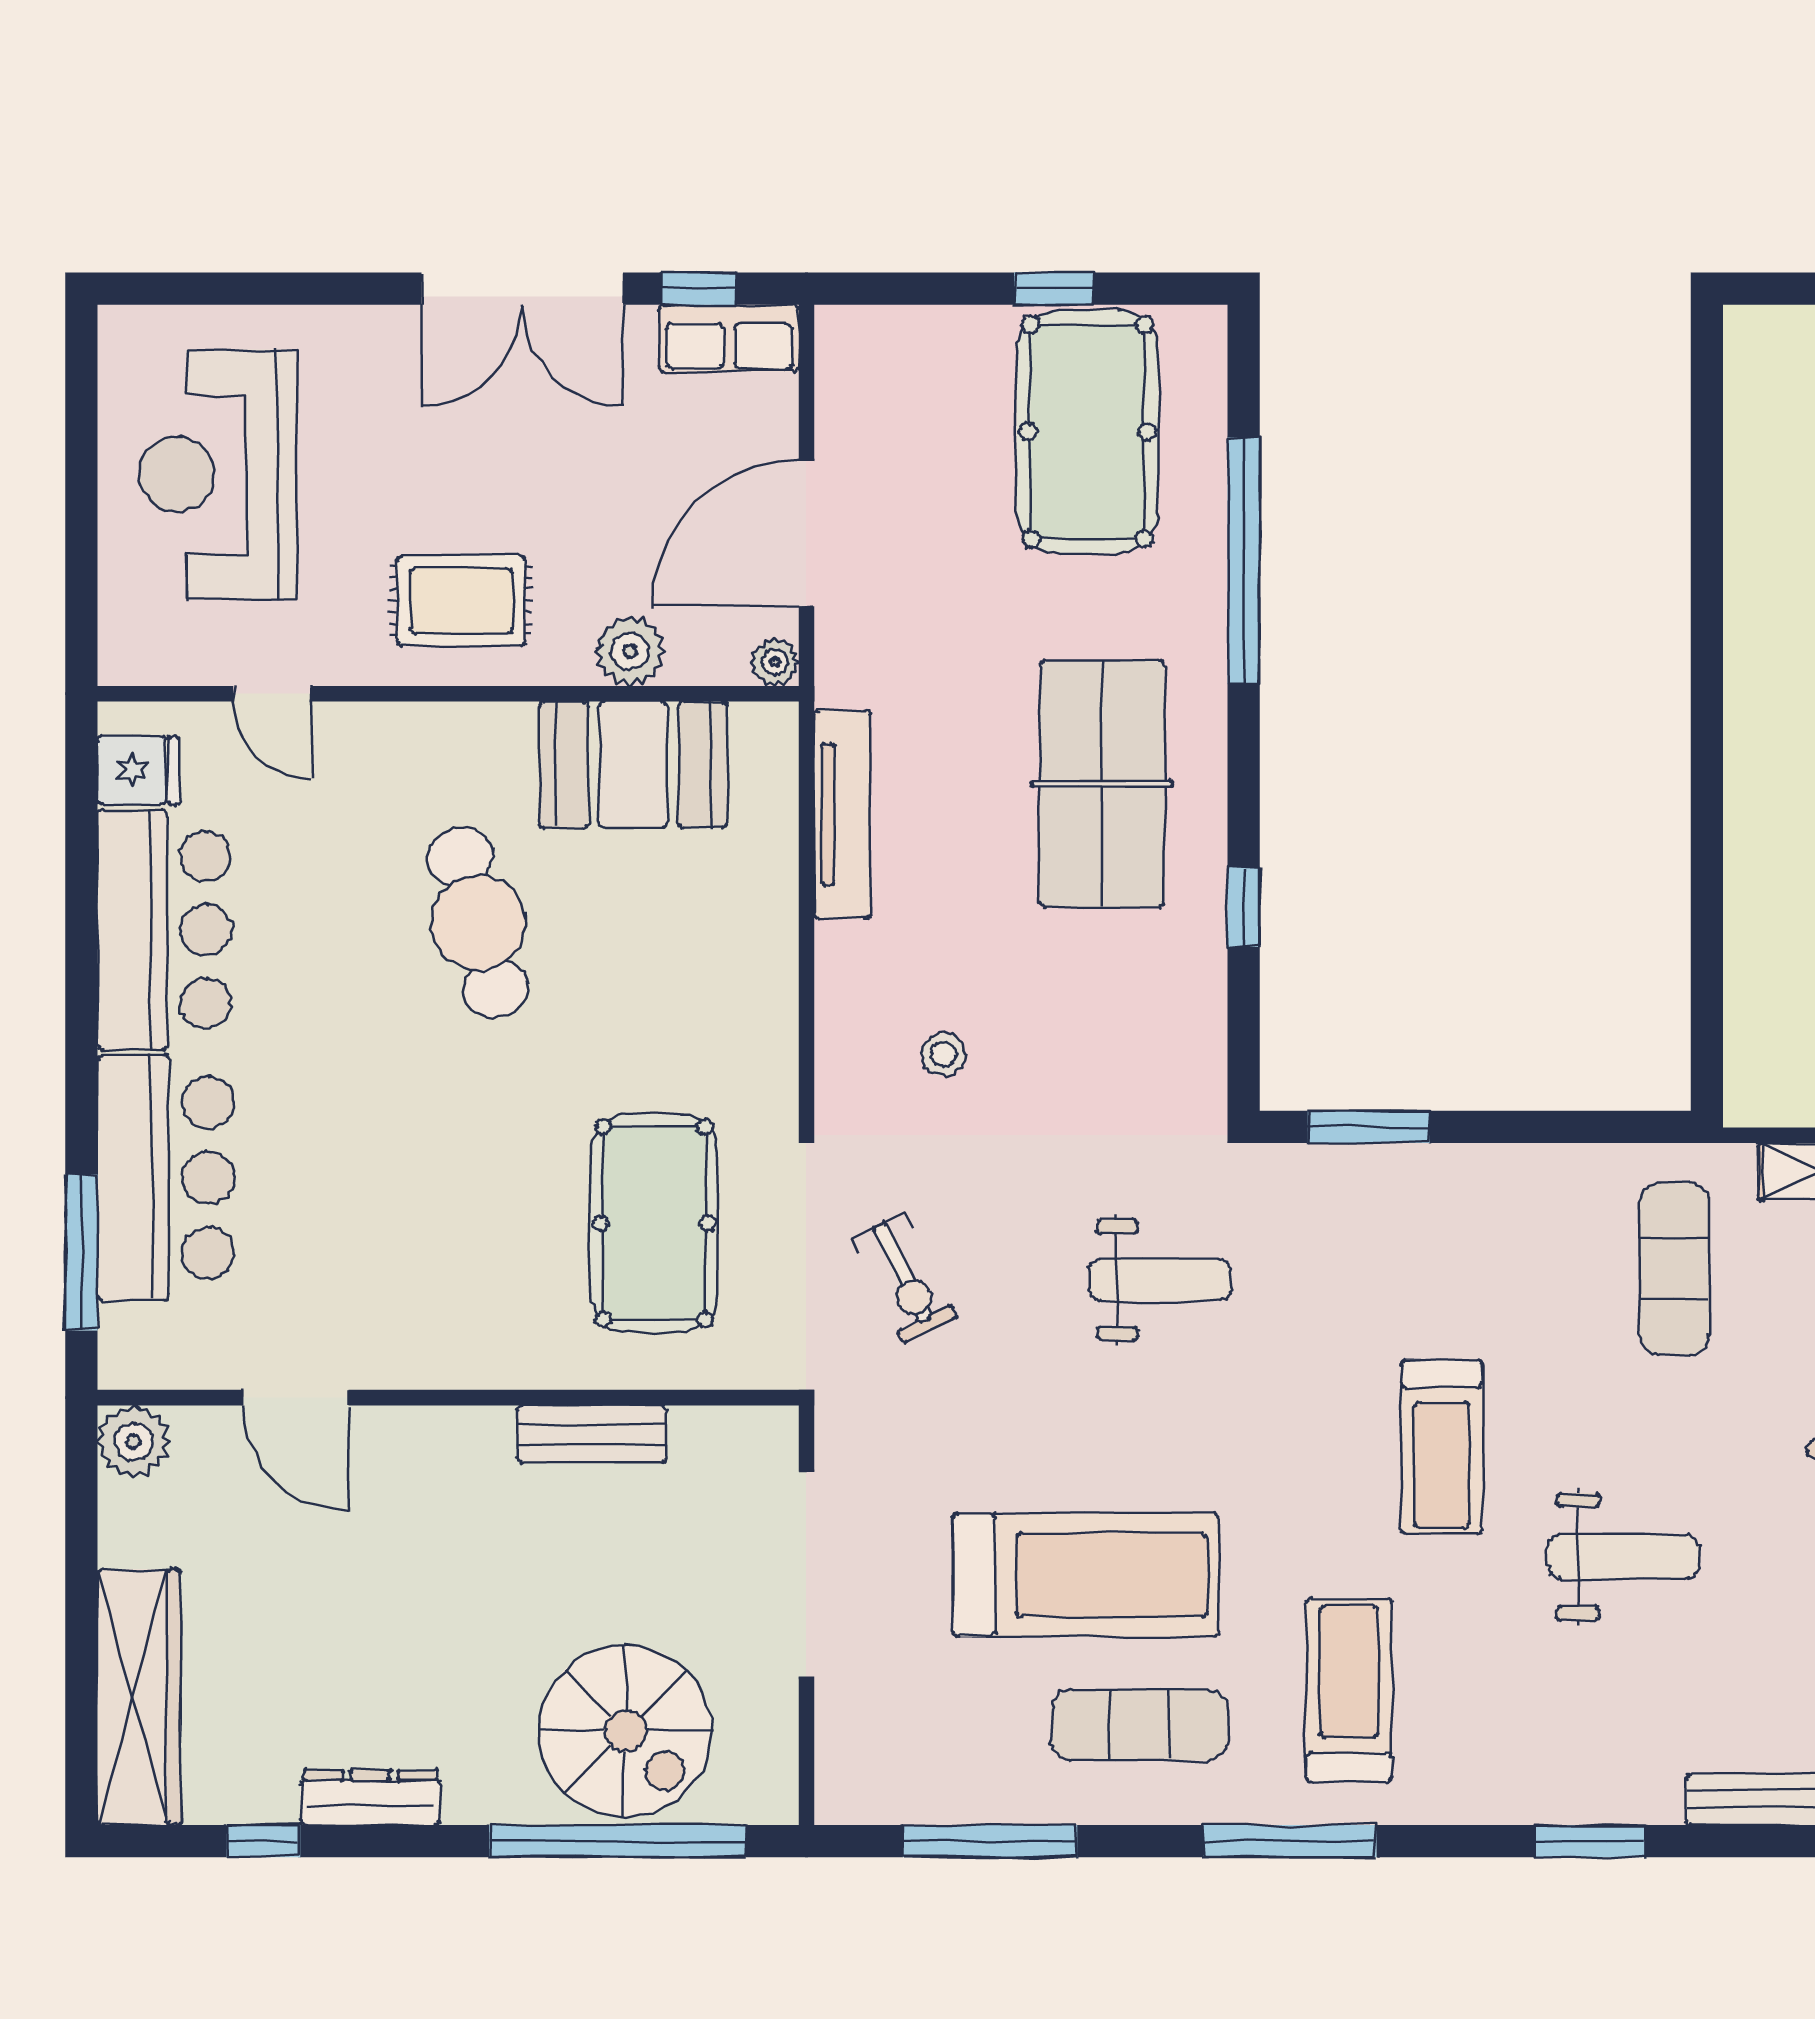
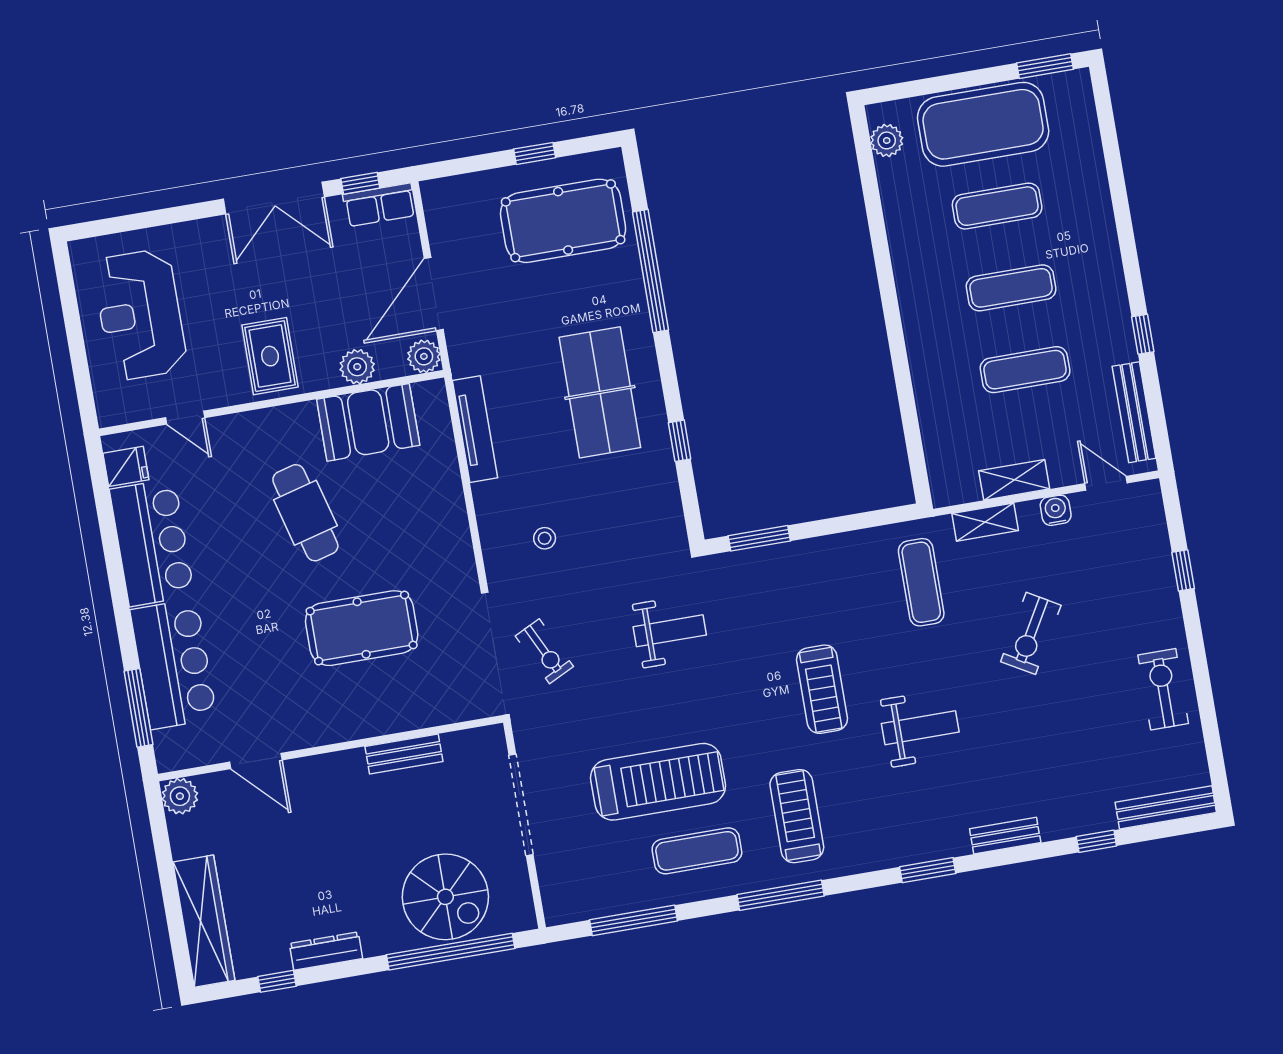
plant: (1756, 382) -> (887, 140), added
pool table: (1087, 432) -> (563, 221), turned 90
rug: (461, 600) -> (270, 356), turned 90
plant: (775, 662) -> (424, 356), width x1.38, depth x1.38
pool table: (654, 1223) -> (362, 628), moved, turned 90

